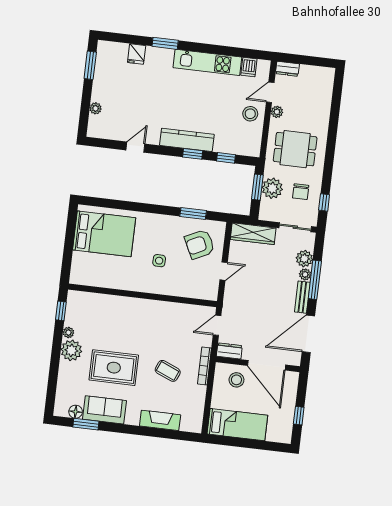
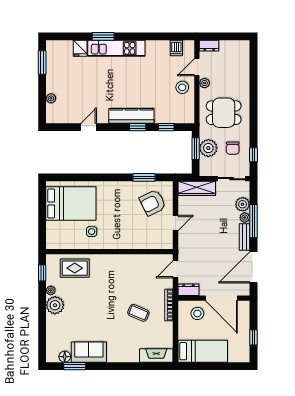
kitchen unit: (207, 62) -> (116, 48), moved
side table: (159, 261) -> (92, 232), moved
rug: (114, 368) -> (75, 268), moved, width x0.73, depth x0.70
fireplace: (160, 420) -> (156, 355), moved

